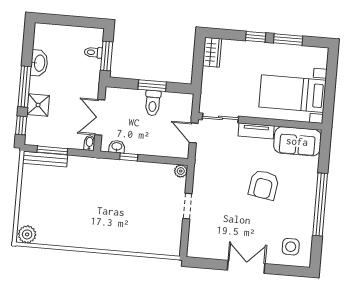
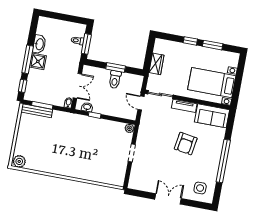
wardrobe: (212, 52) -> (156, 64), moved
shower: (38, 105) -> (38, 61), moved
double door: (100, 117) -> (77, 86), swing flipped

